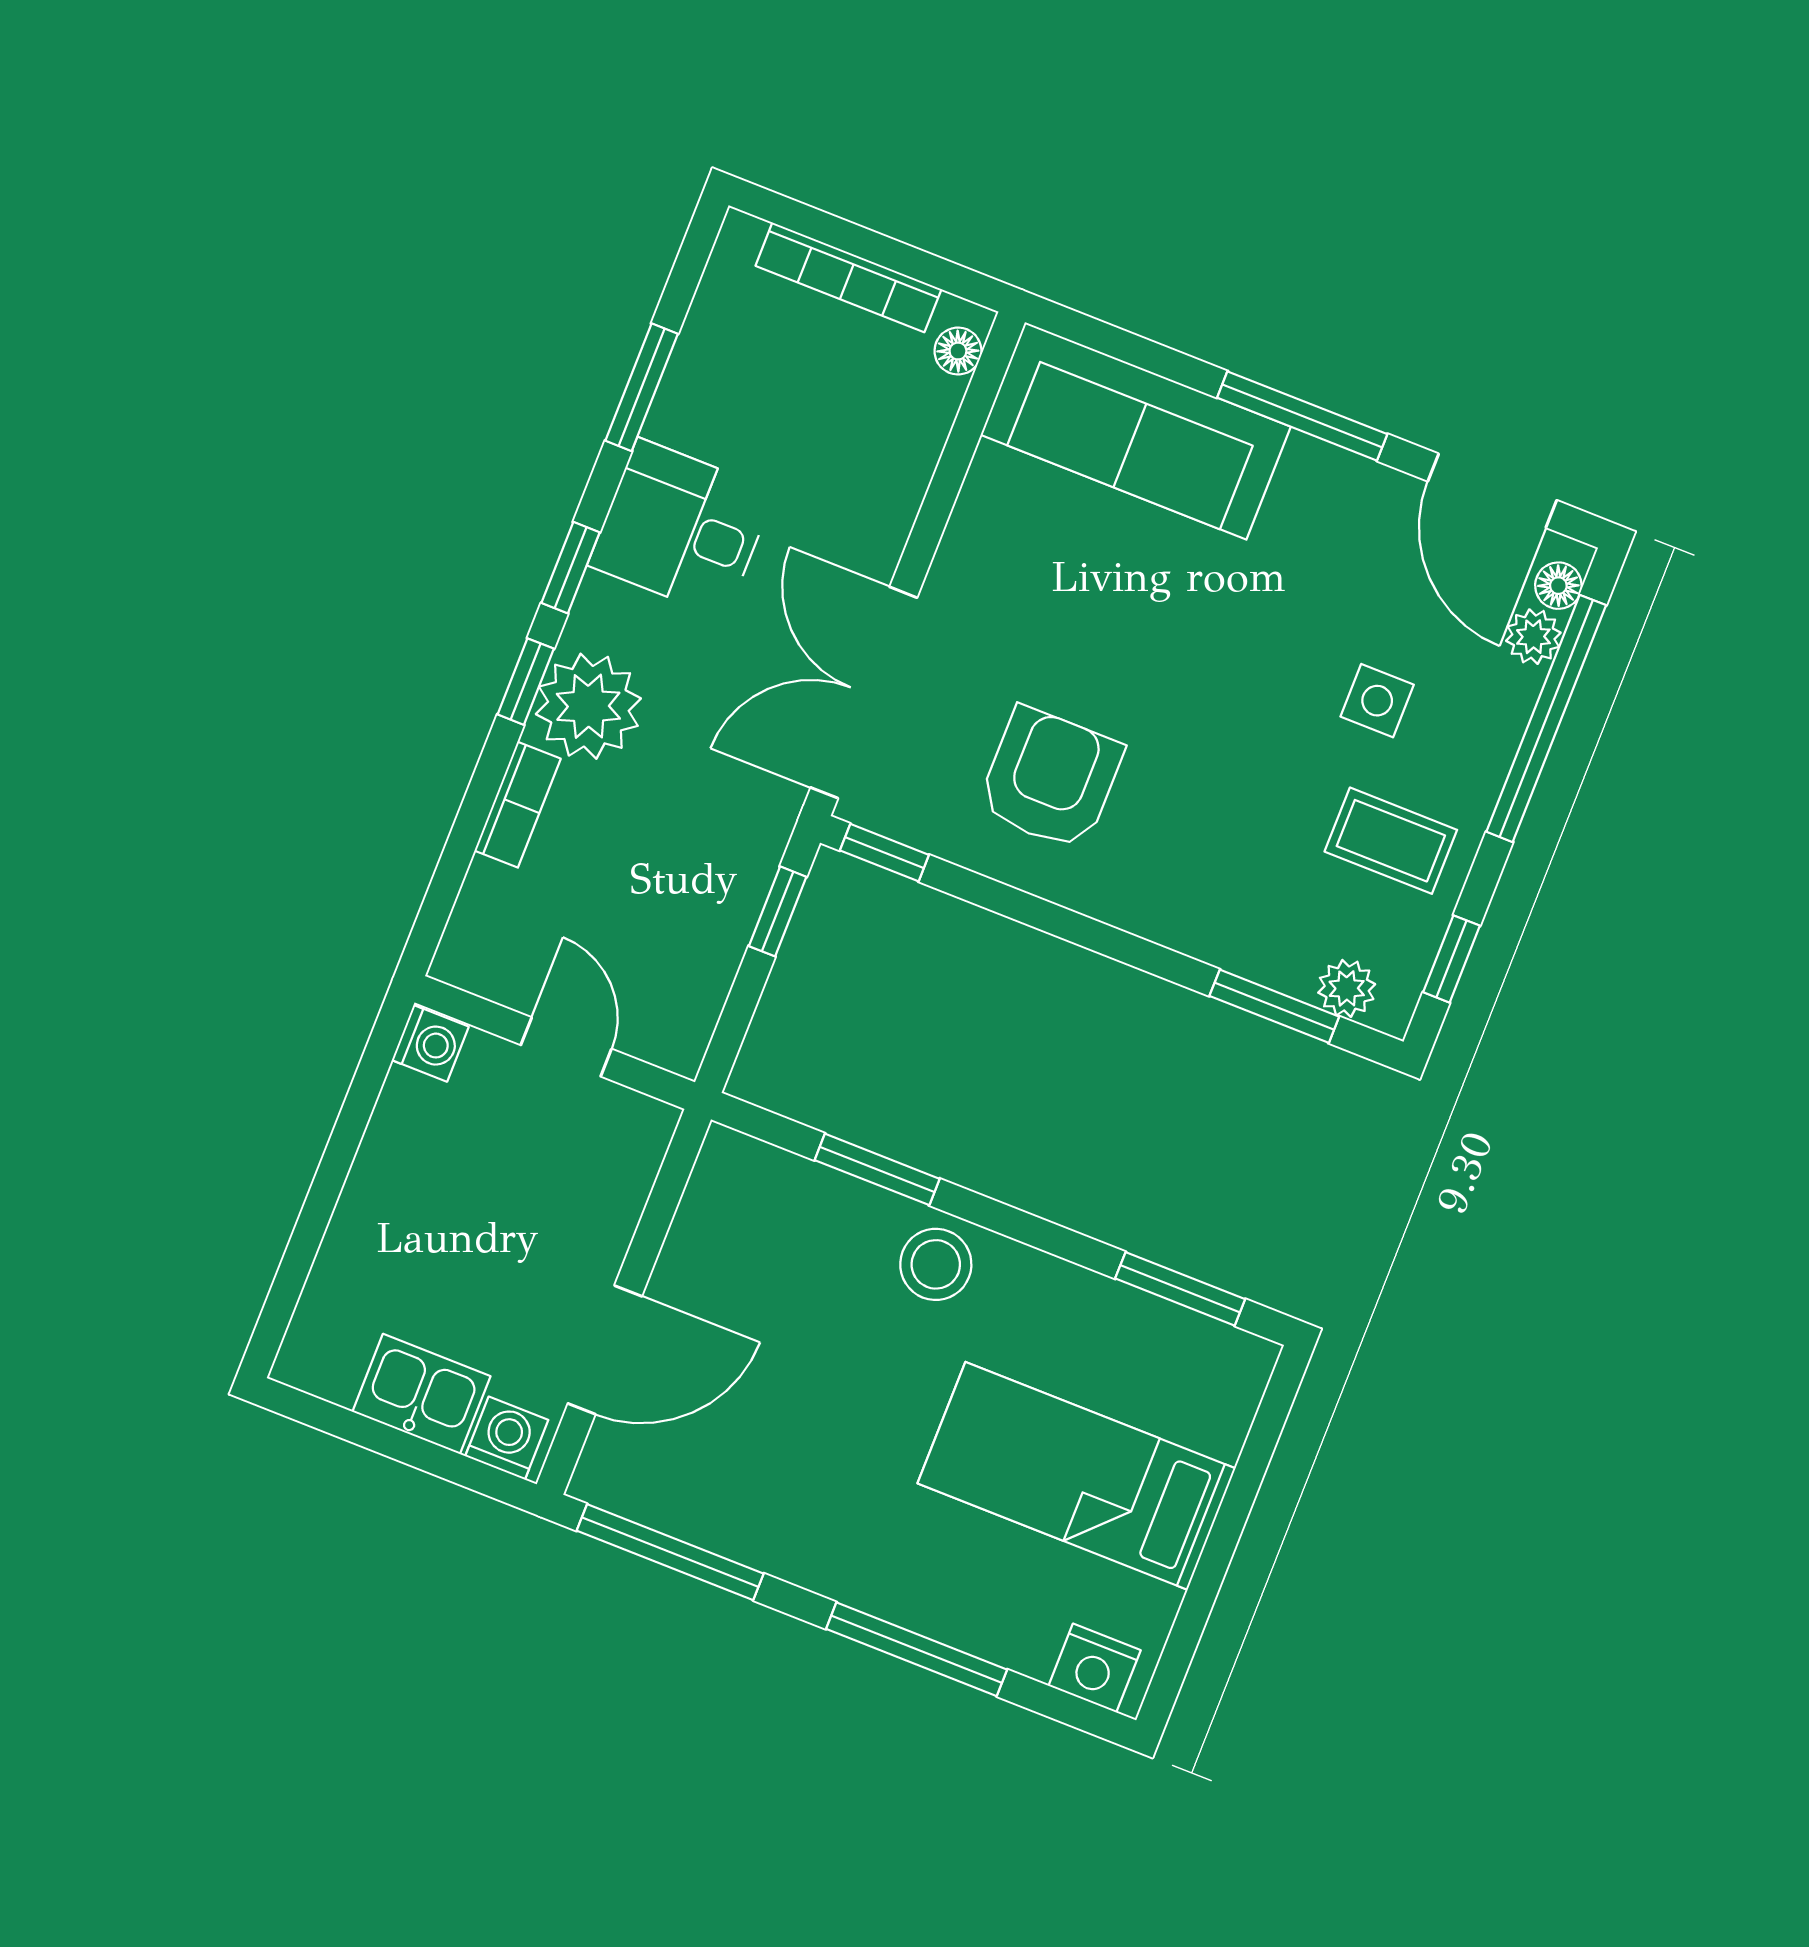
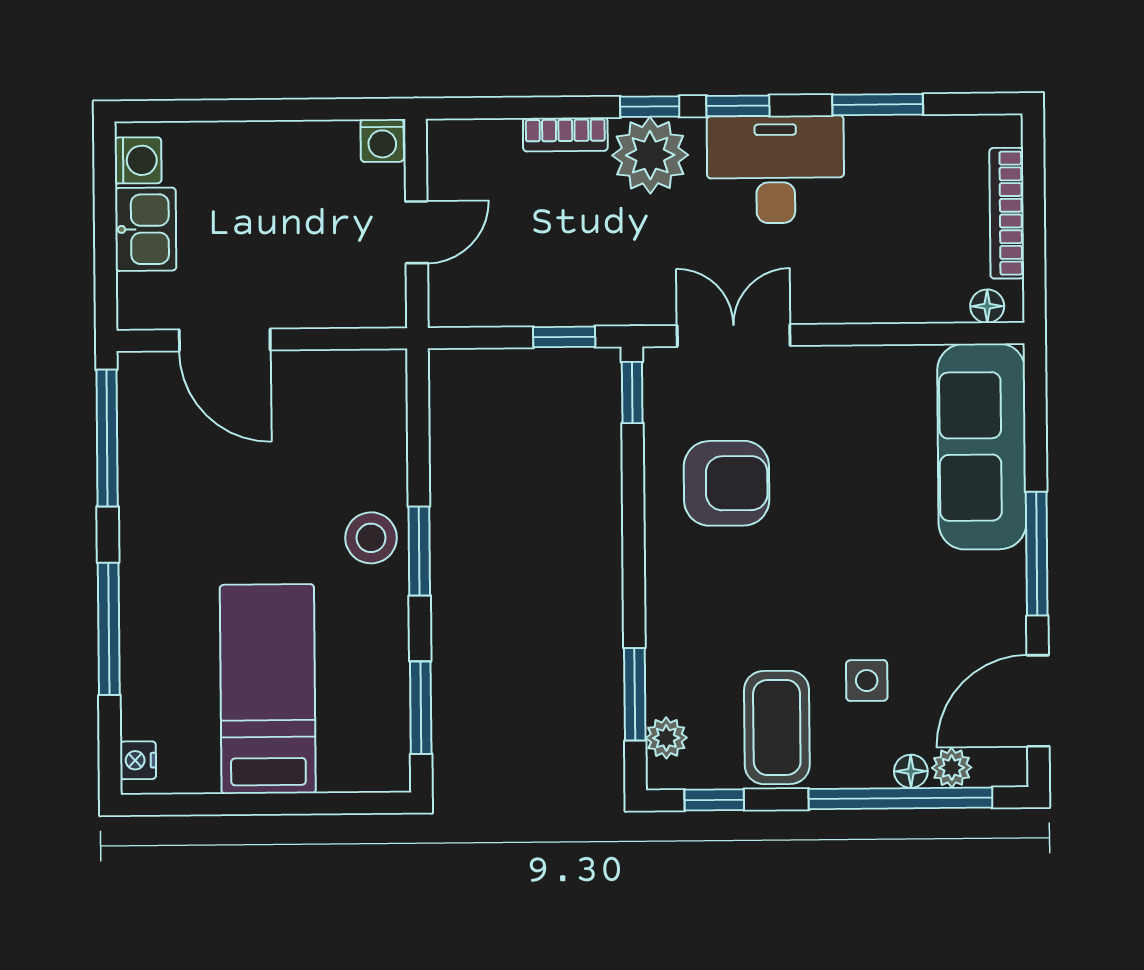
desk: (681, 528) -> (776, 169), width x1.37
floor lamp: (1558, 586) -> (911, 771), moved
double door: (864, 693) -> (734, 335), width x0.73
coffee table: (1391, 841) -> (777, 727), width x1.36, depth x1.30
window: (877, 1169) -> (419, 551), moved
washing machine: (507, 1438) -> (138, 160), moved
nightstand: (1095, 1668) -> (138, 760), width x0.72, depth x0.74

